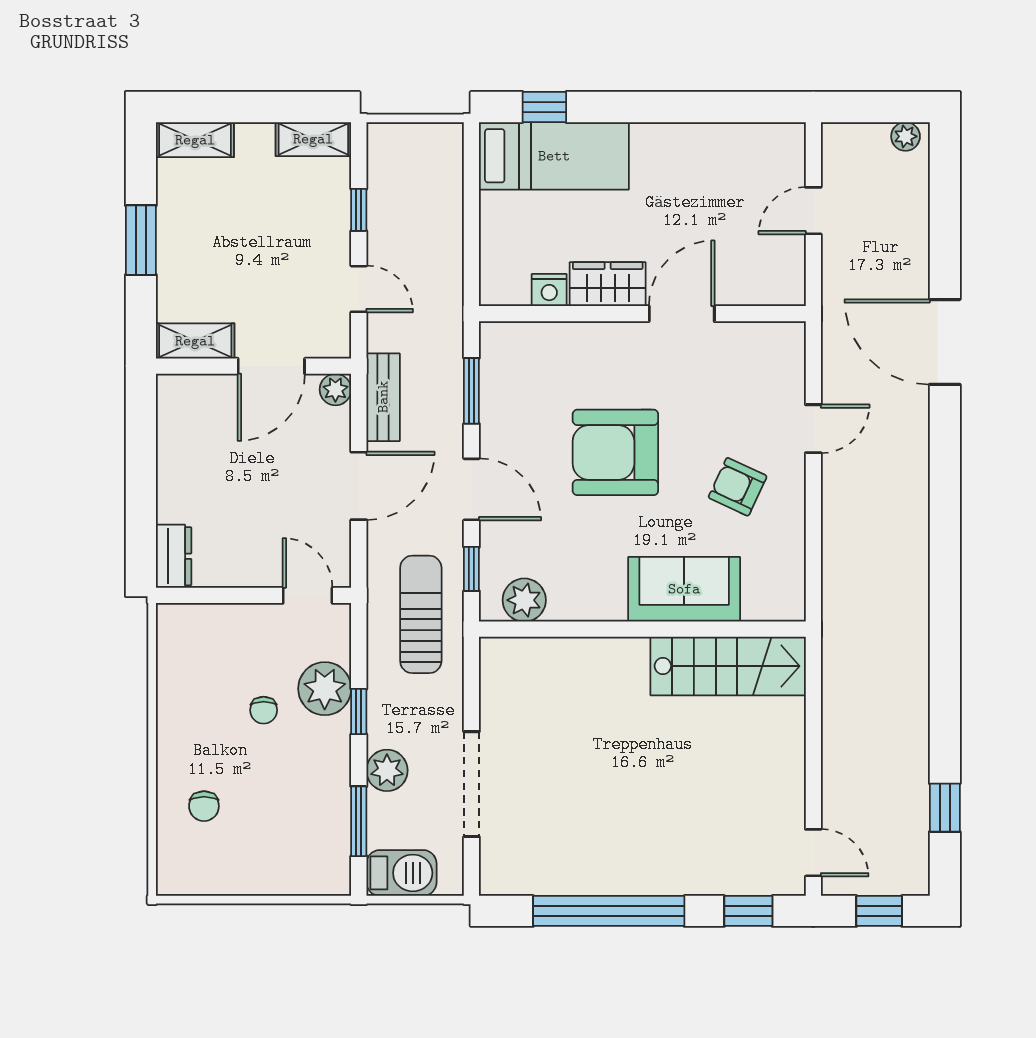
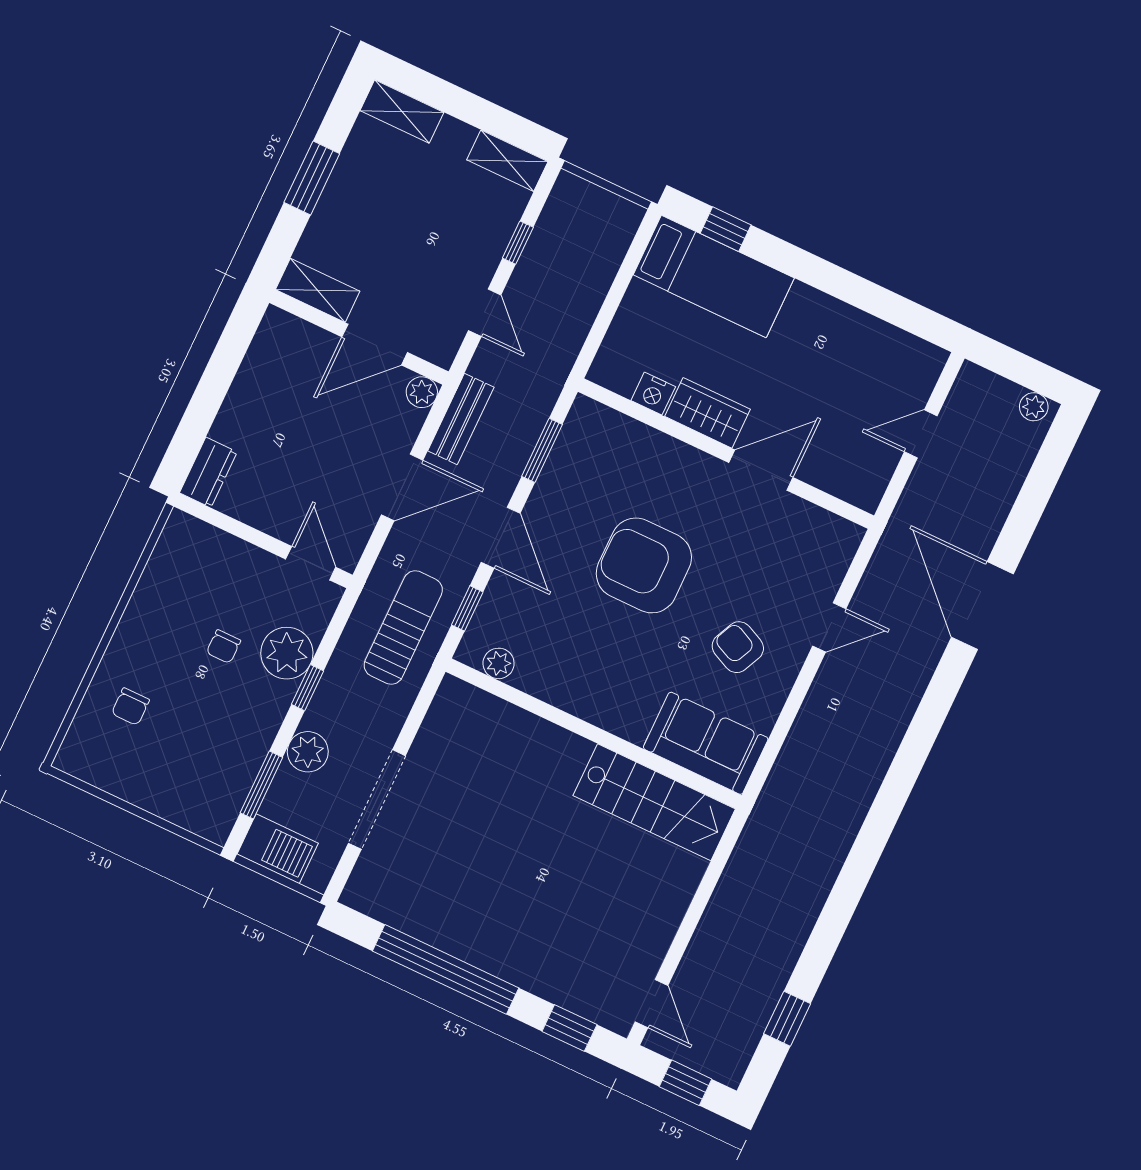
sofa: (684, 589) -> (706, 743), moved
plant: (524, 600) -> (499, 663), width x0.73, depth x0.73

